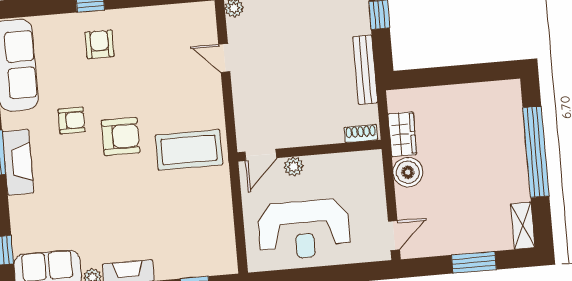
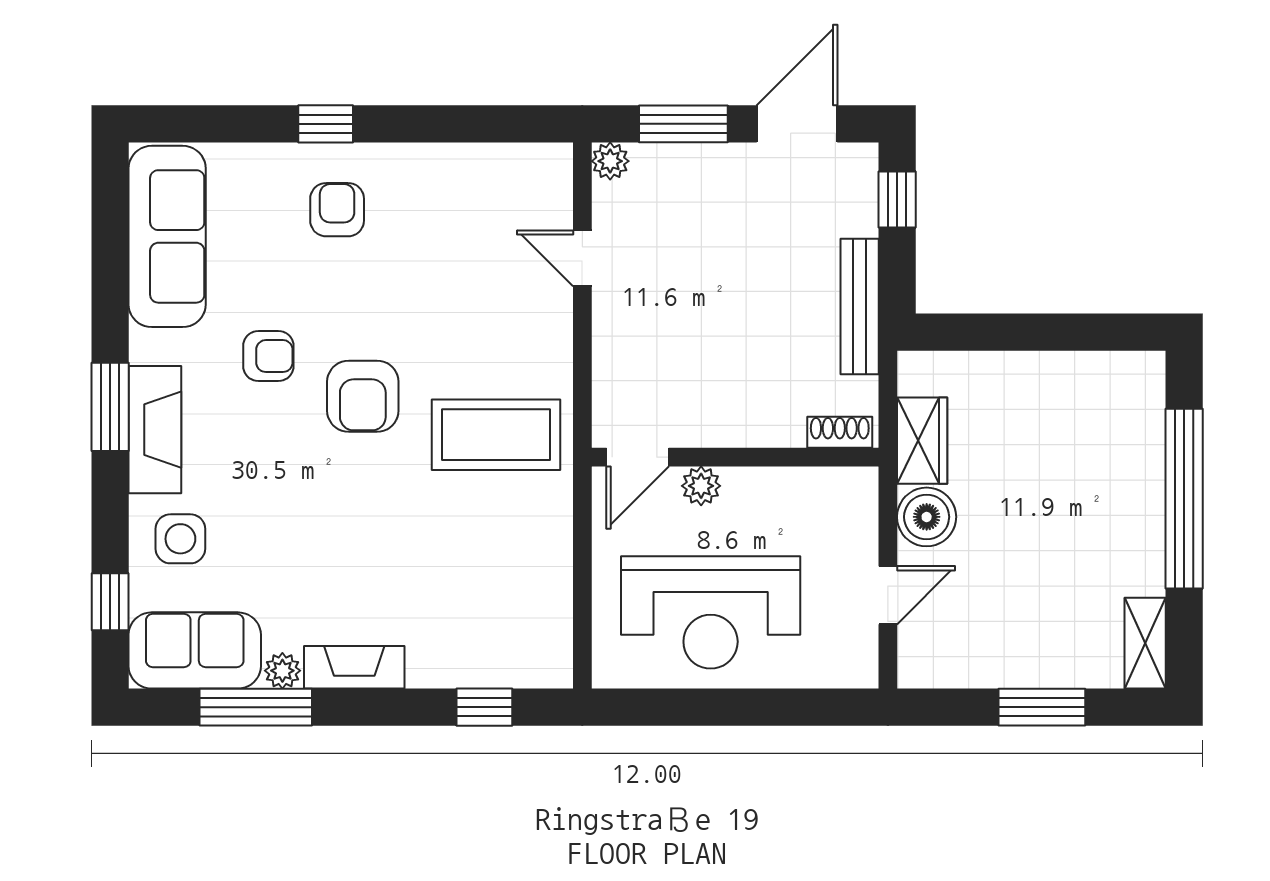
armchair: (121, 136) -> (363, 396), turned 90
side table: (36, 216) -> (180, 539), added
door: (394, 236) -> (888, 595), moved

